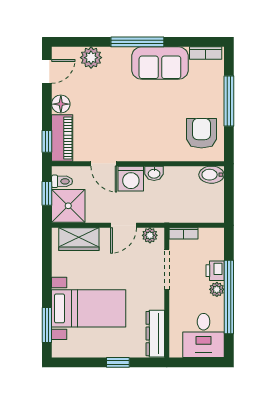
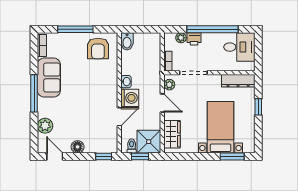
armchair: (201, 133) -> (98, 48), turned -90
piano: (62, 138) -> (101, 146), removed
plant: (217, 289) -> (181, 38), moved

